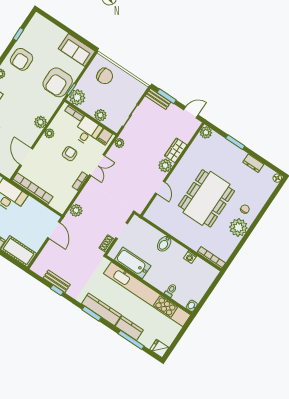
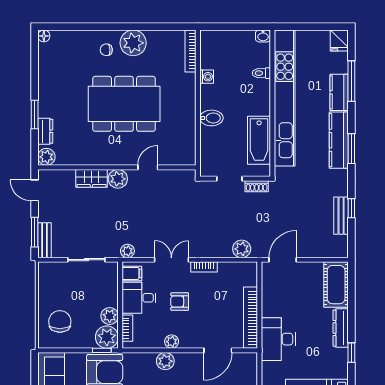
plant: (100, 115) -> (110, 316), moved
dresser: (253, 163) -> (45, 131), moved

